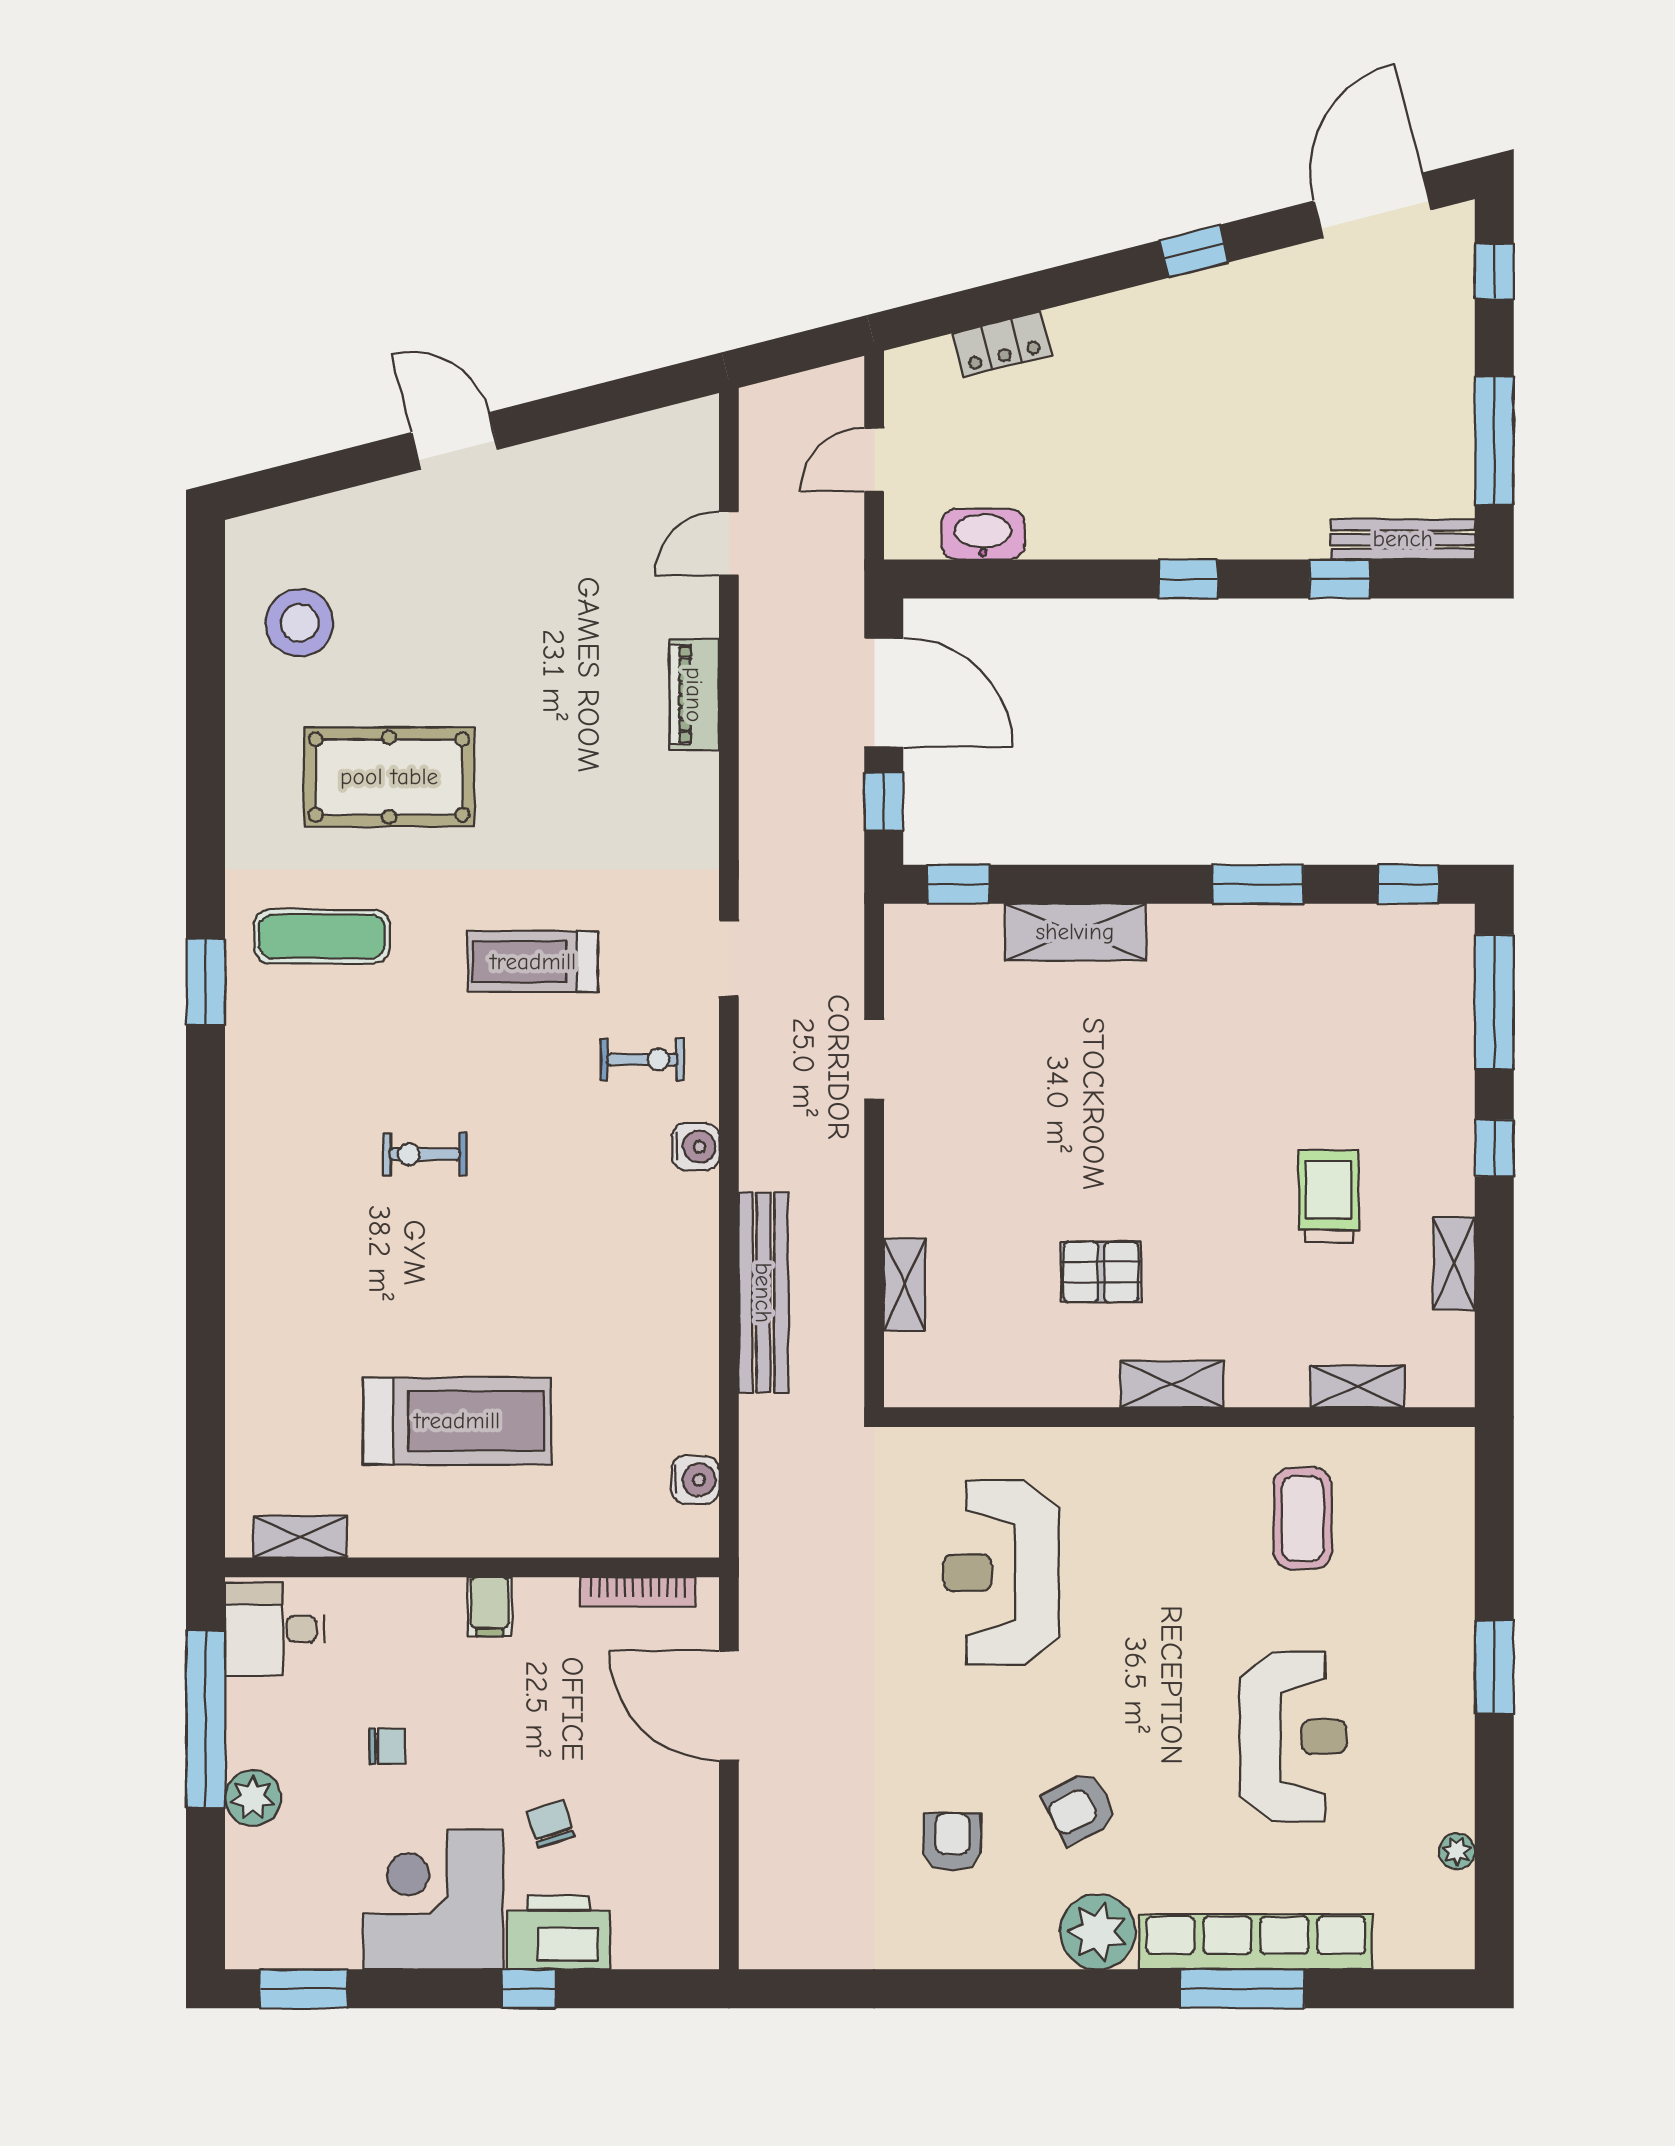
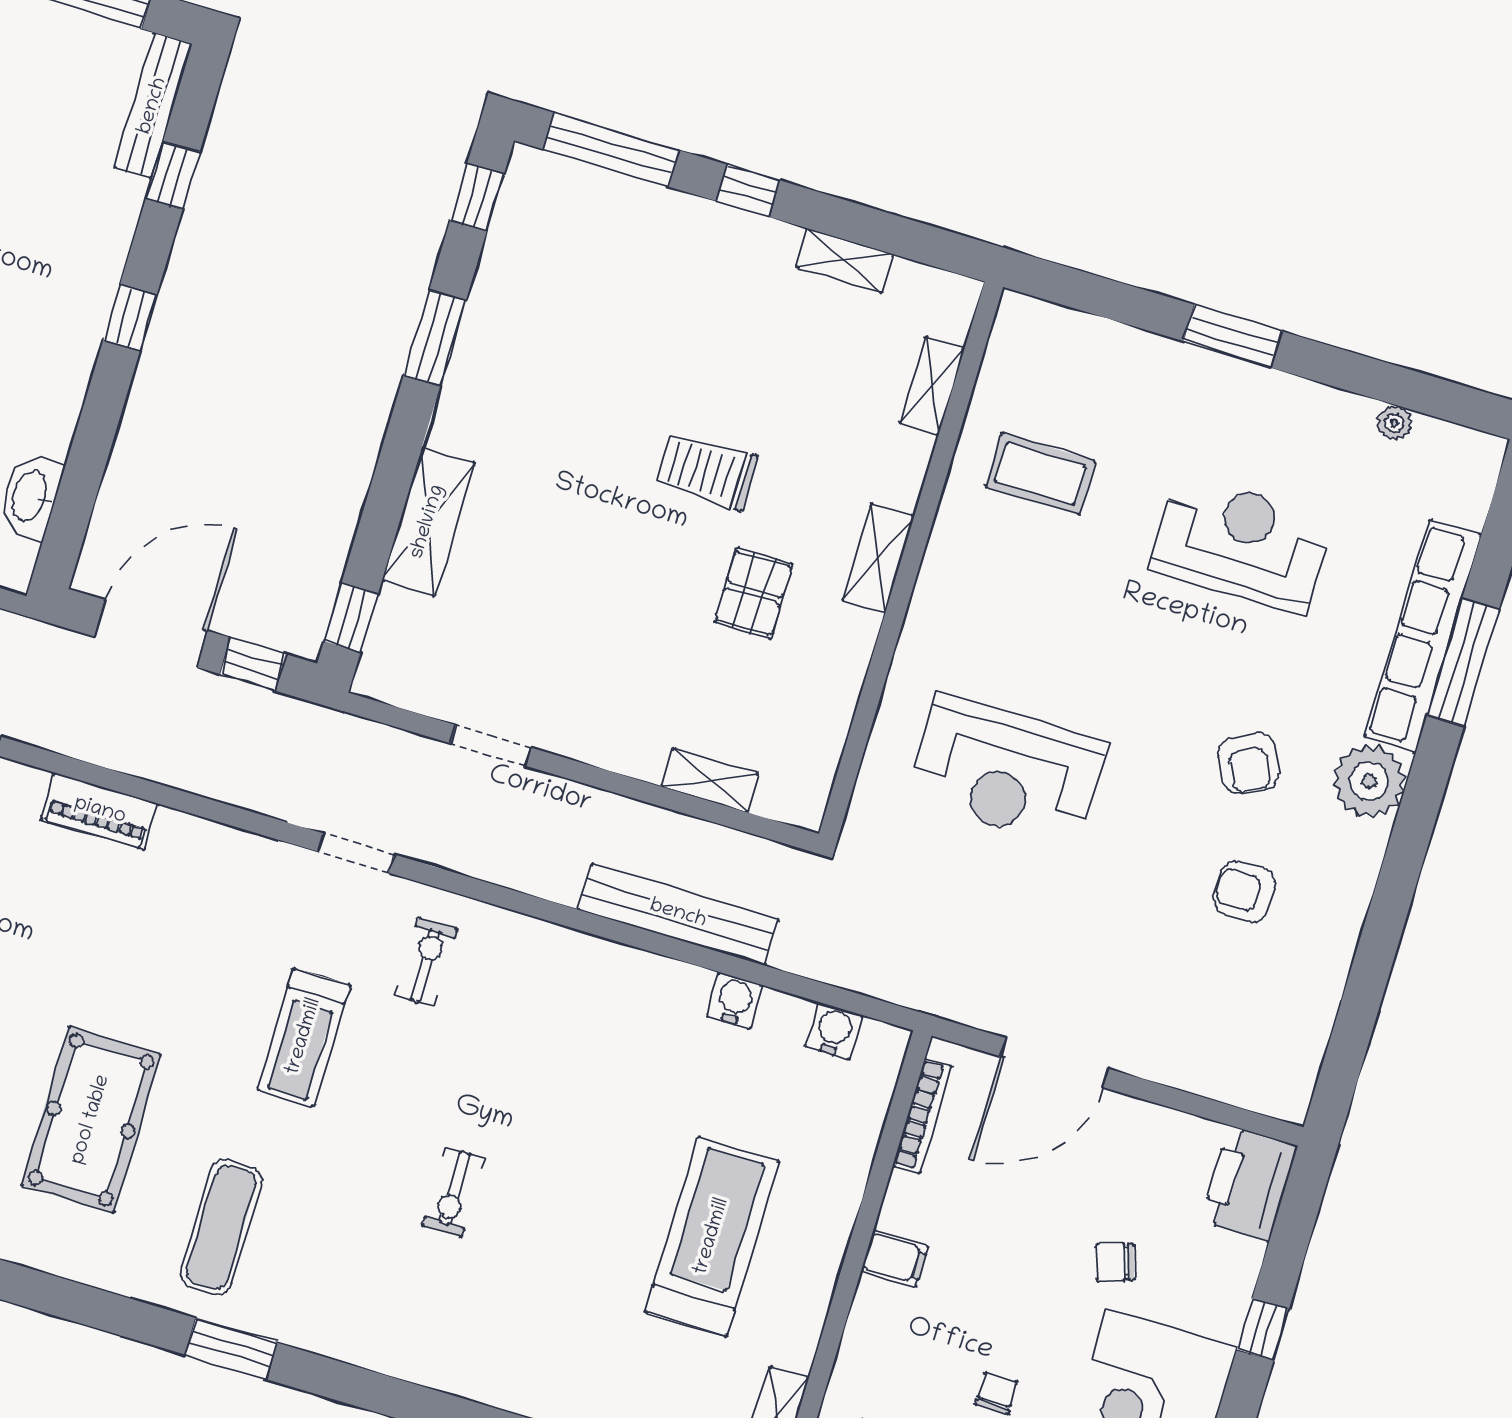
water cooler: (696, 1147) -> (735, 1001), moved
trolley: (1329, 1196) -> (707, 471), moved
printer: (558, 1932) -> (1249, 1183), moved

